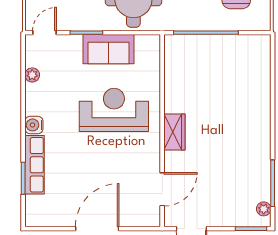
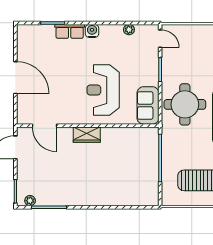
sofa: (109, 49) -> (148, 105), moved
reception desk: (114, 110) -> (103, 90), turned 180
row of seats: (34, 165) -> (70, 31), width x0.68

